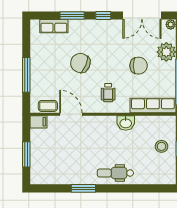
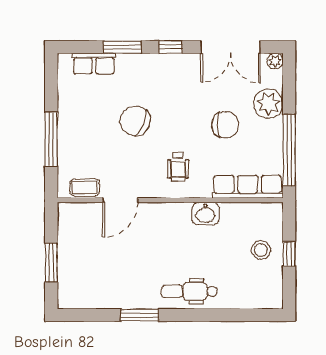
door: (71, 114) -> (120, 200), swing flipped
filing cabinet: (39, 122) -> (70, 212), removed

